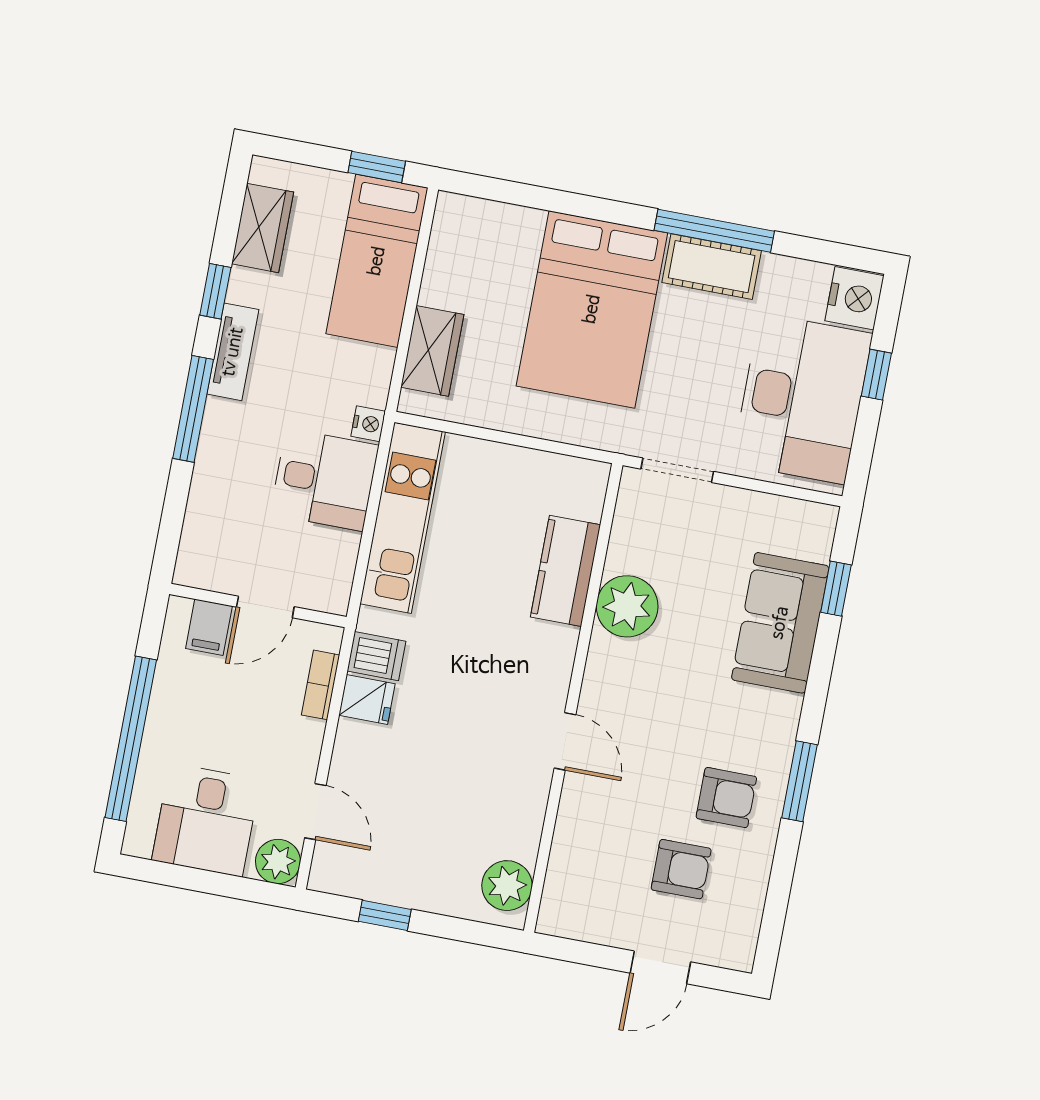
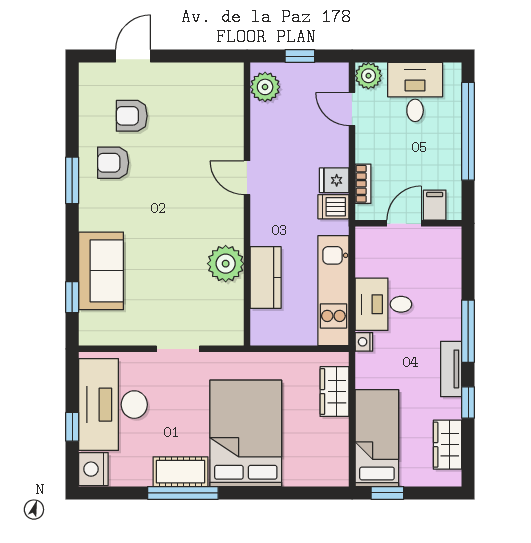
kitchen counter: (565, 571) -> (266, 278), moved
plant: (627, 606) -> (226, 264), moved
wall: (573, 698) -> (247, 204), moved
door: (565, 741) -> (247, 178), moved
plant: (507, 886) -> (265, 87), moved

